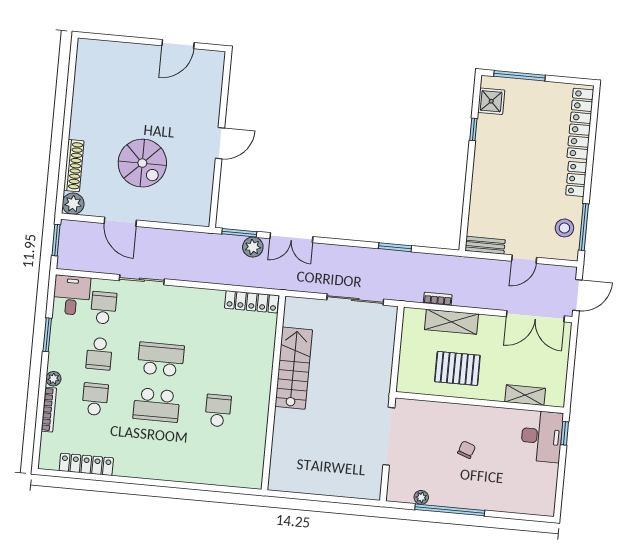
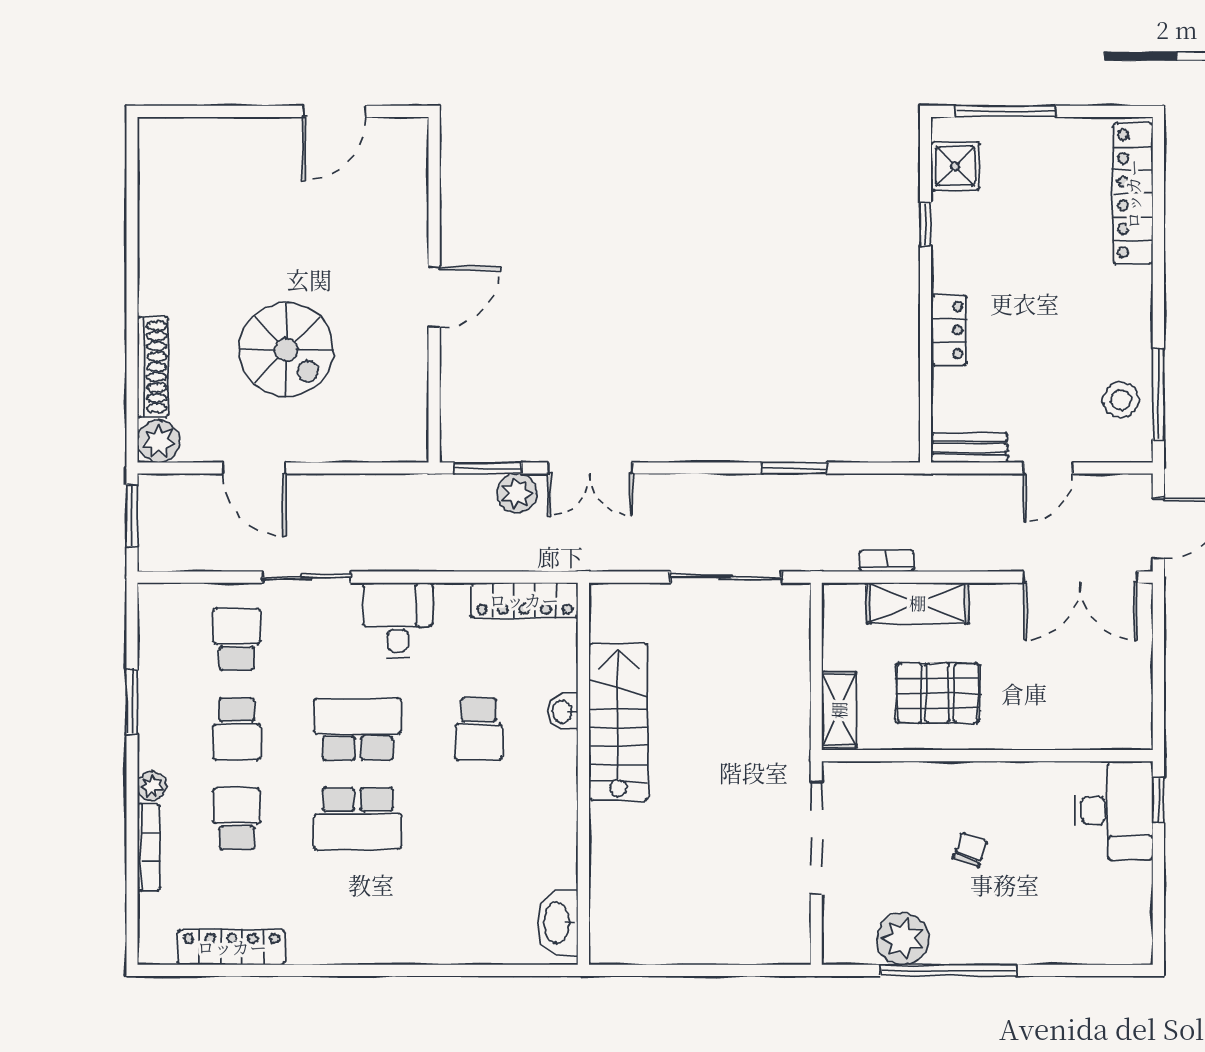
locker: (576, 179) -> (949, 330), moved, turned 180
desk: (72, 295) -> (398, 620), moved
washbasin: (266, 360) -> (563, 711), added
shelving: (525, 395) -> (839, 710), moved, turned 90
school desk: (218, 411) -> (479, 729), moved, turned 180
washbasin: (253, 467) -> (558, 923), added
plant: (421, 497) -> (903, 939), width x1.88, depth x1.88

